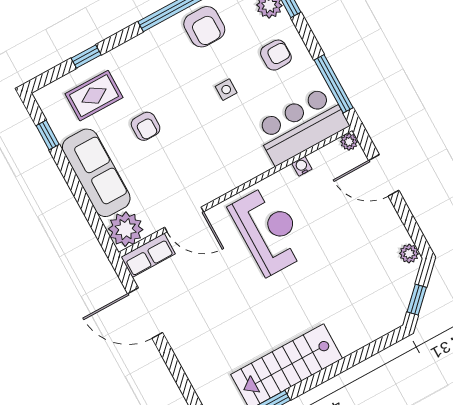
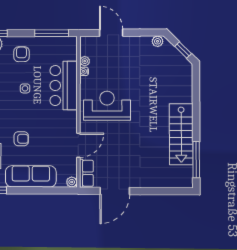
bar counter: (301, 126) -> (64, 86), moved
plant: (349, 142) -> (85, 61), moved
door: (384, 175) -> (111, 33), swing flipped
plant: (126, 229) -> (72, 182), width x0.53, depth x0.53

